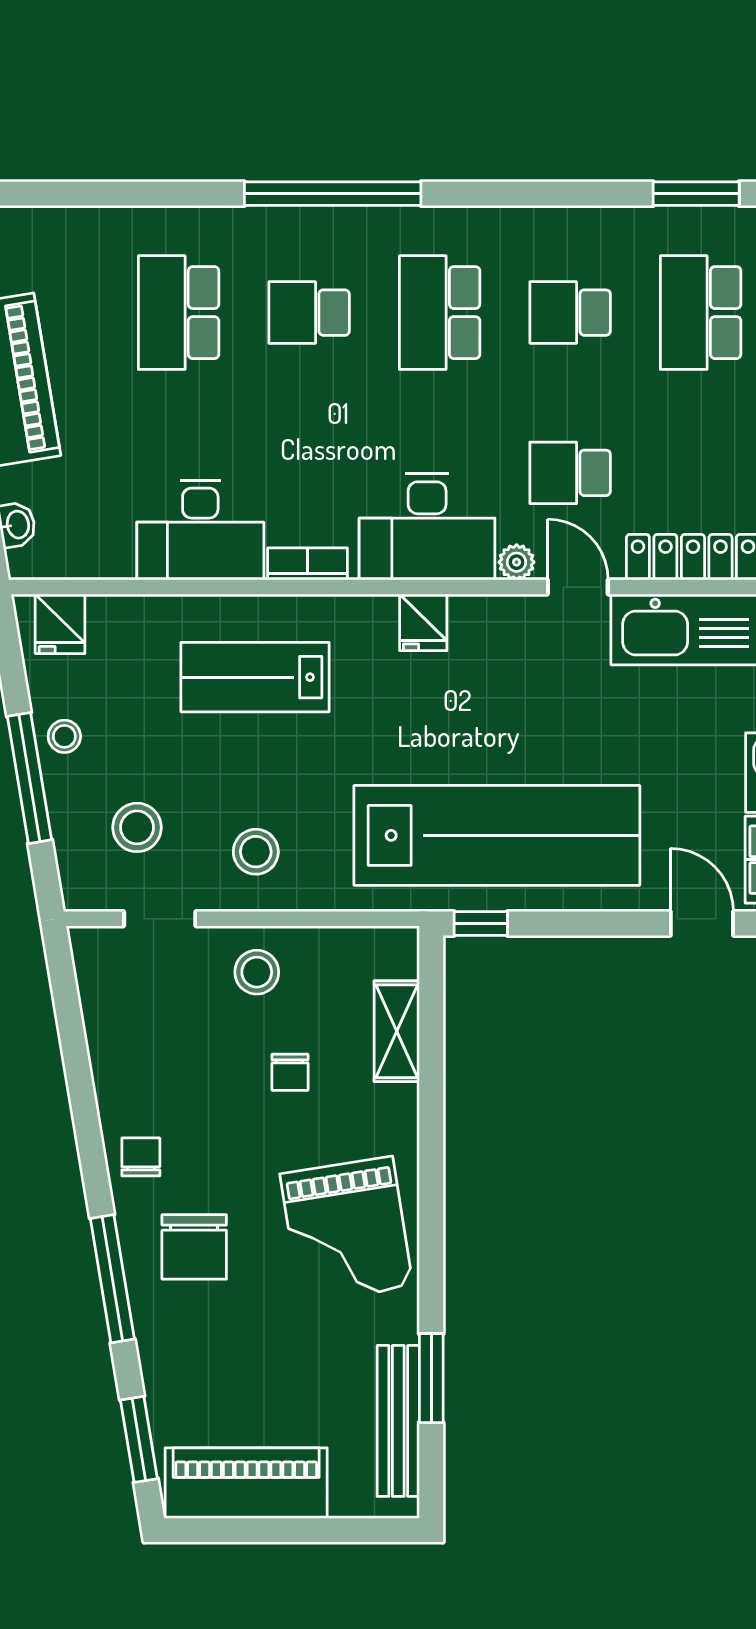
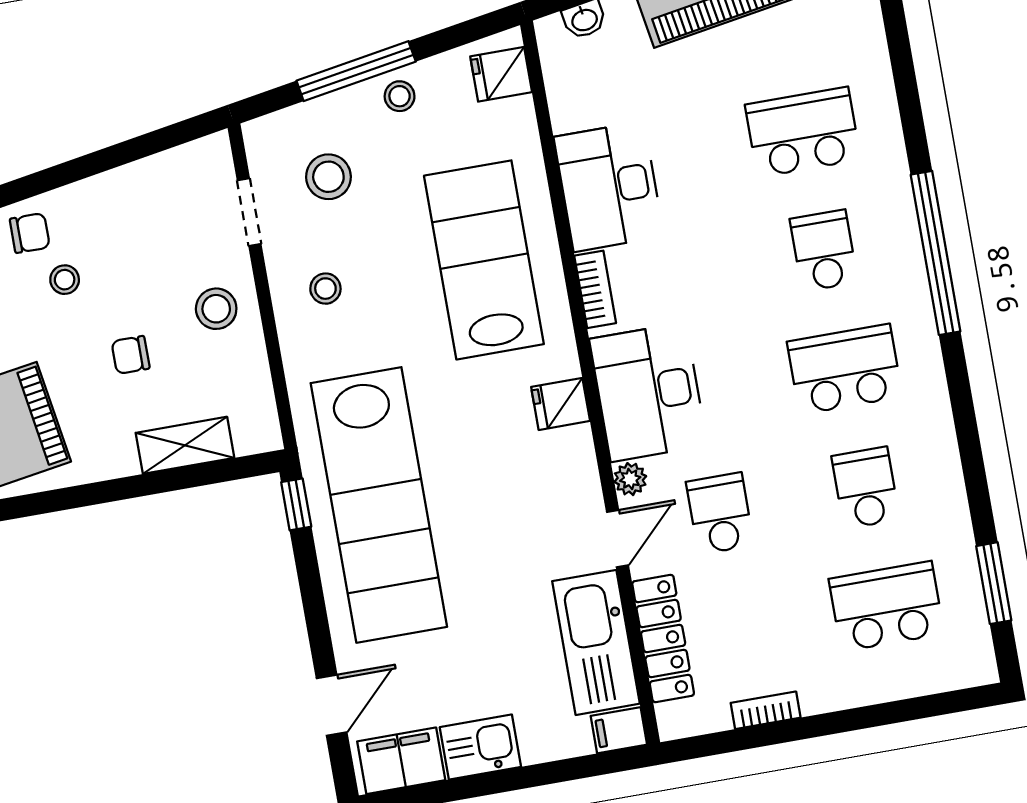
lab bench: (255, 677) -> (484, 260), width x1.36, depth x1.39
stool: (256, 852) -> (325, 289), width x0.73, depth x0.73
stool: (197, 1128) -> (65, 280), added

